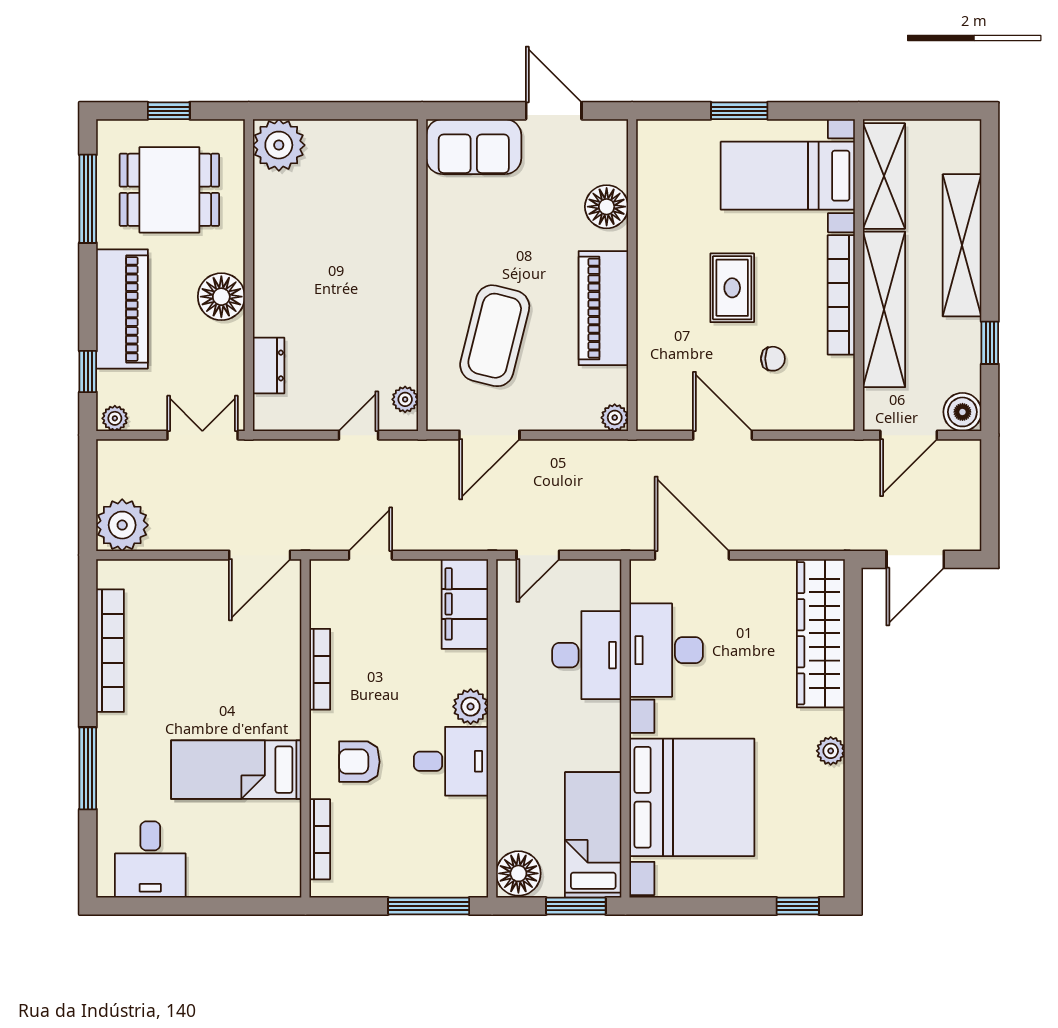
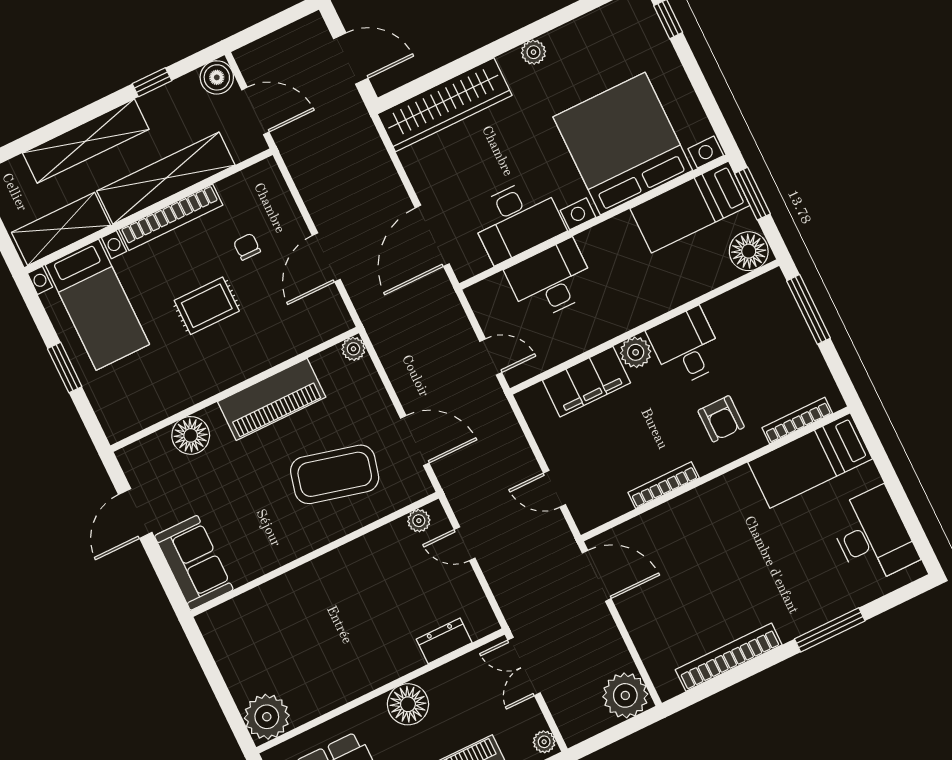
filing cabinet: (465, 604) -> (586, 382), moved
bed: (236, 770) -> (810, 461), moved, turned 90
desk: (150, 860) -> (873, 536), width x1.37

